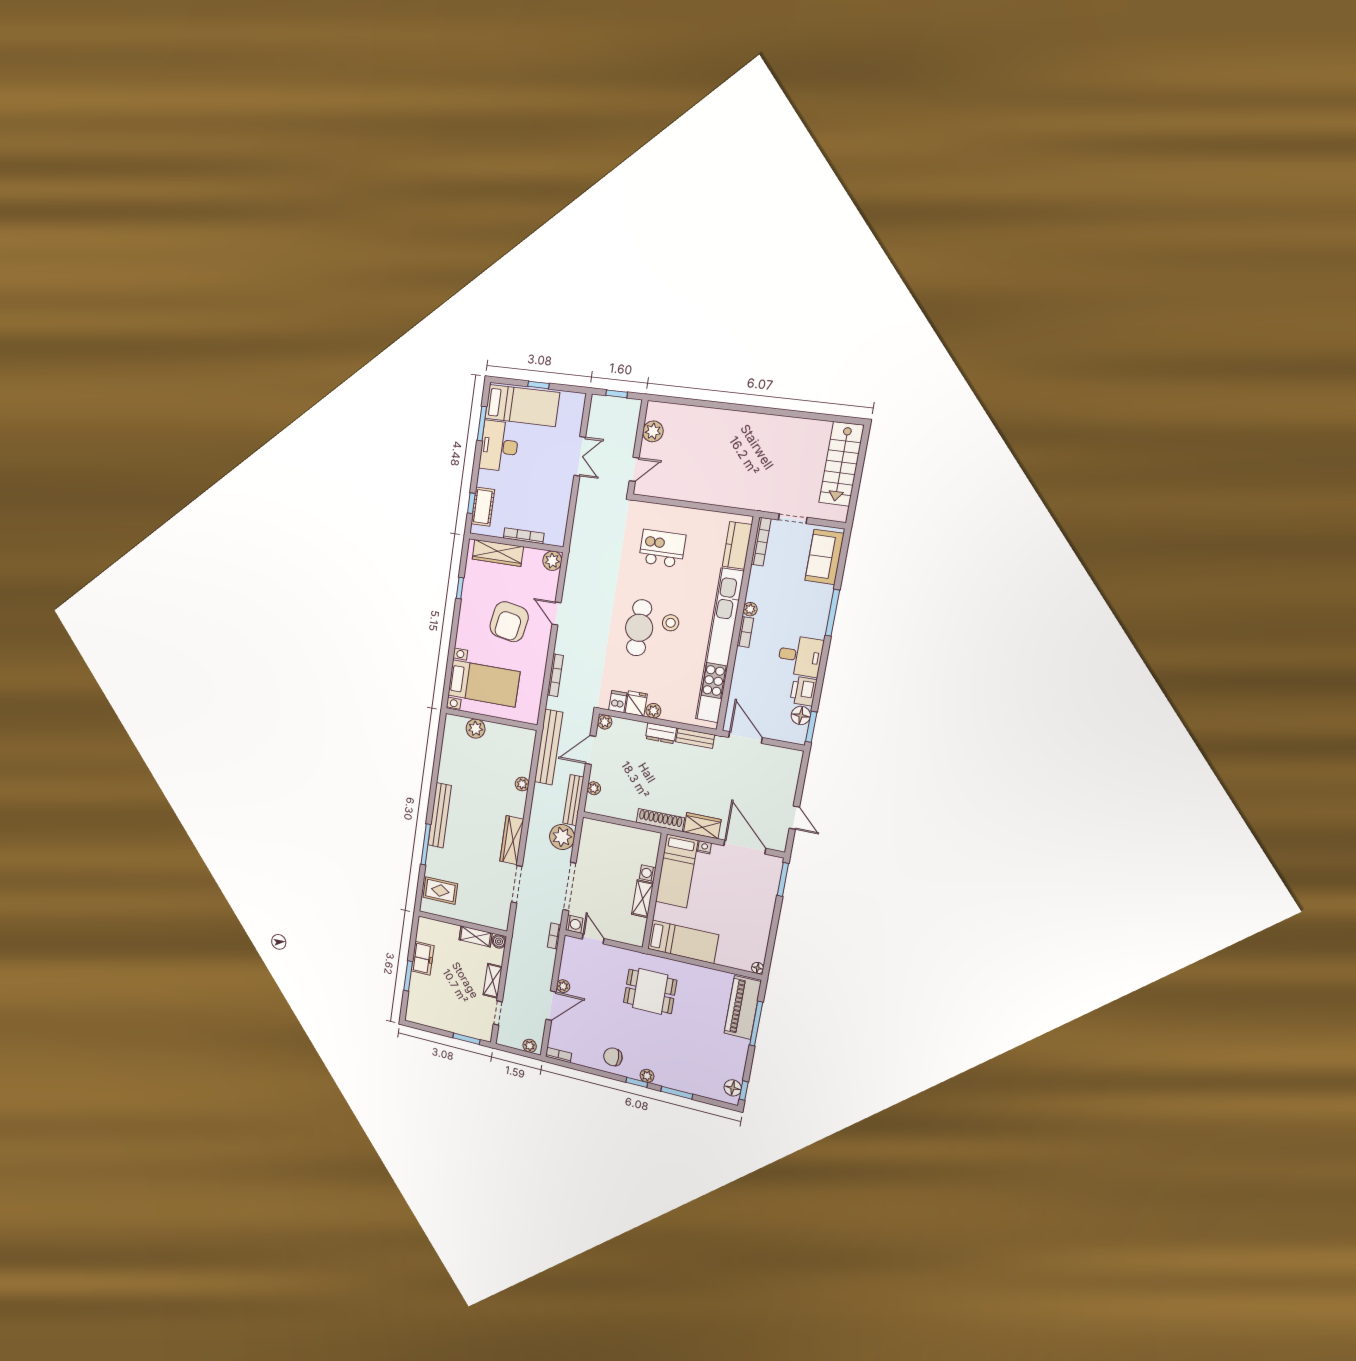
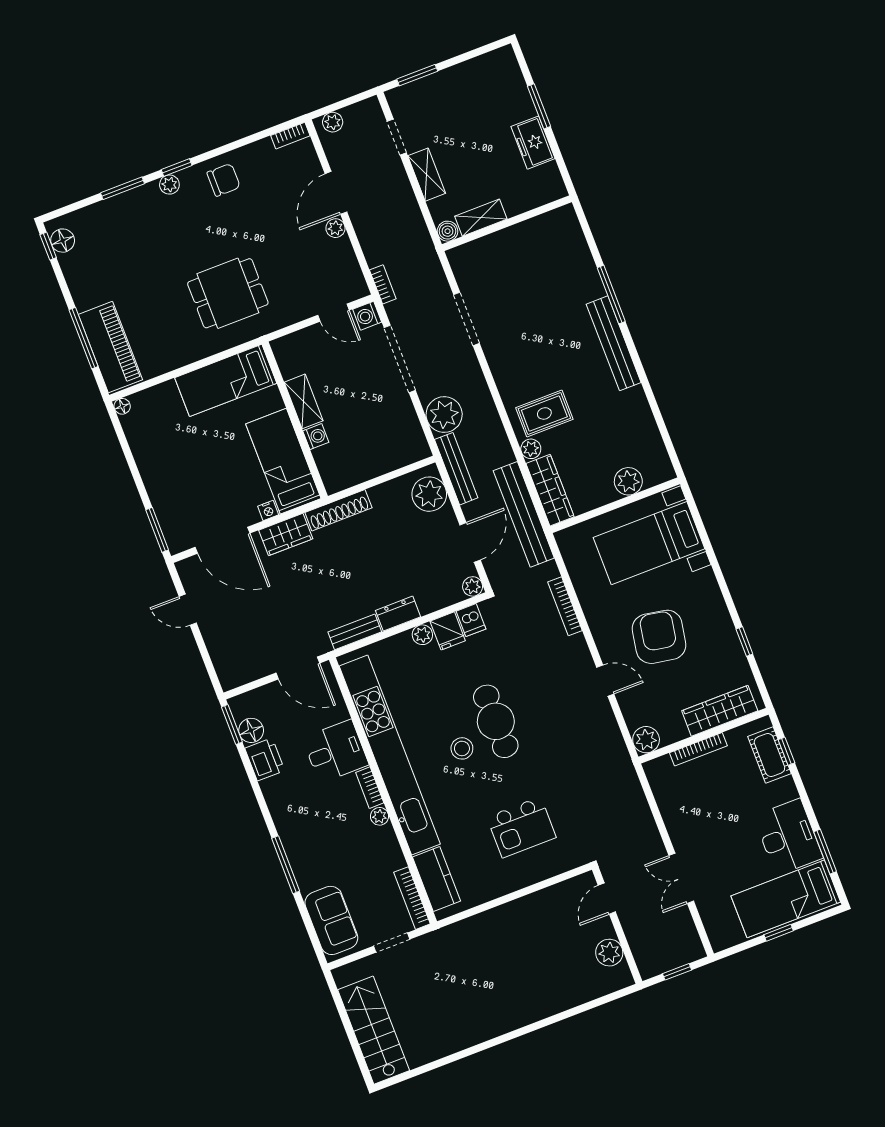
desk: (800, 656) -> (336, 751), moved, turned 180
plant: (594, 788) -> (429, 494), width x1.87, depth x1.87
wardrobe: (512, 840) -> (550, 490), moved
rug: (440, 891) -> (544, 413), moved

